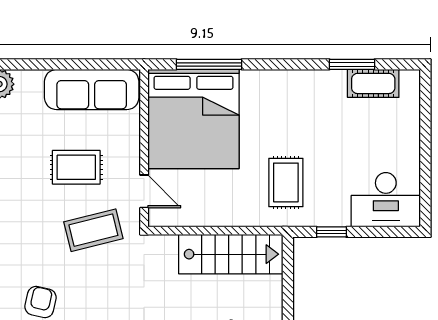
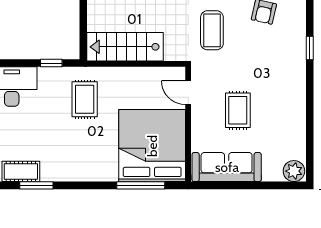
rug: (76, 167) -> (238, 110), turned 90
coffee table: (93, 230) -> (212, 30), moved, turned -76

